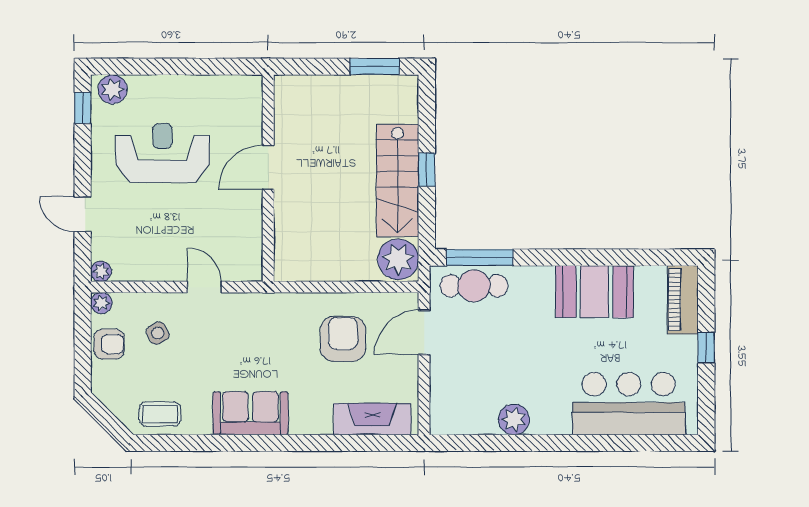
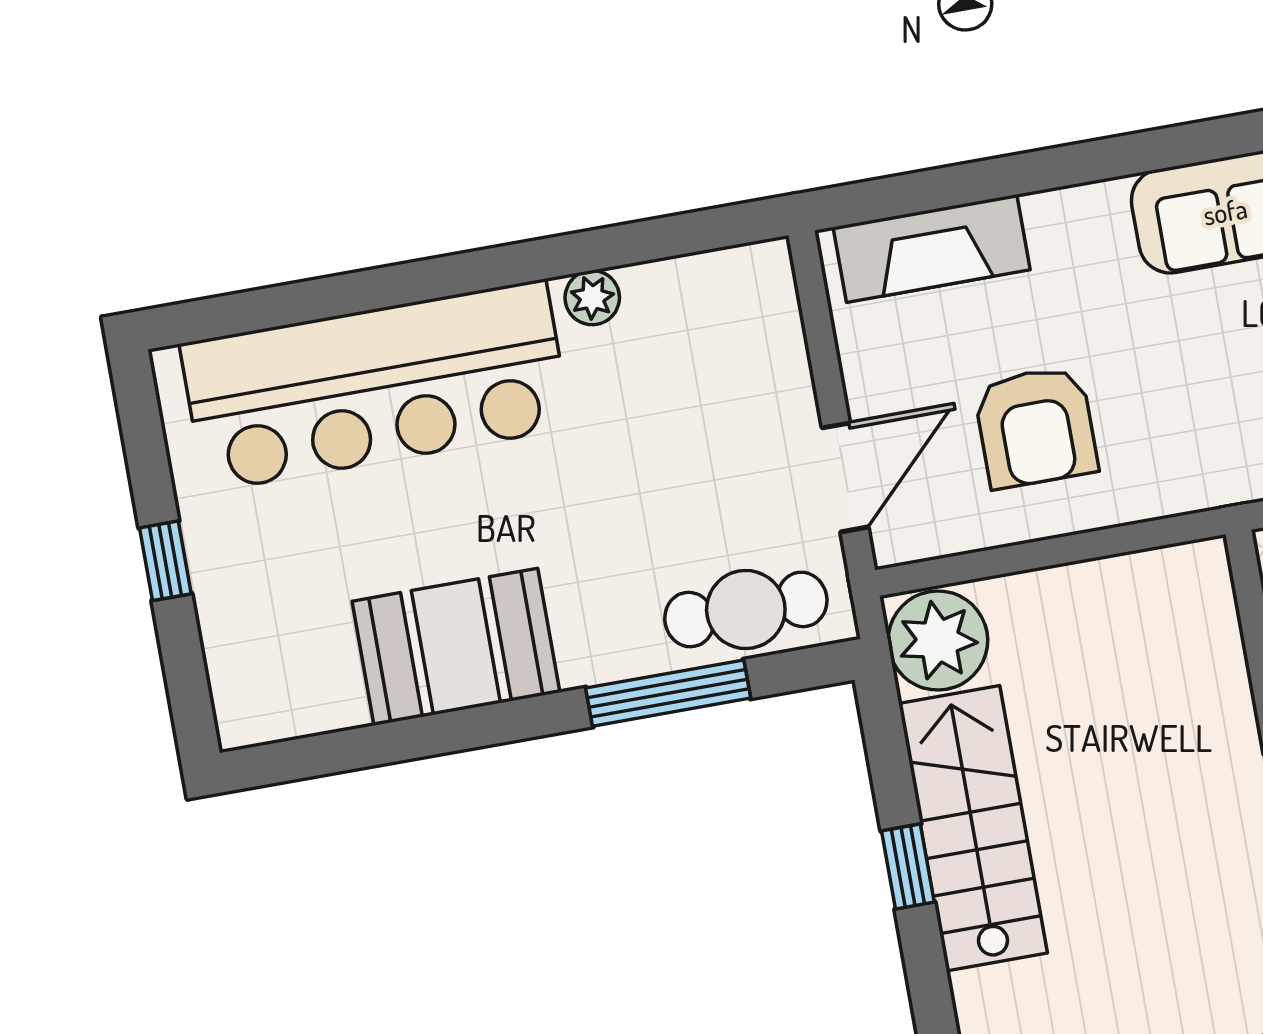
window: (480, 257) -> (668, 693), moved
piano: (683, 300) -> (242, 665), removed
bar counter: (629, 404) -> (376, 386), width x1.36
plant: (514, 419) -> (592, 298), width x0.73, depth x0.73

